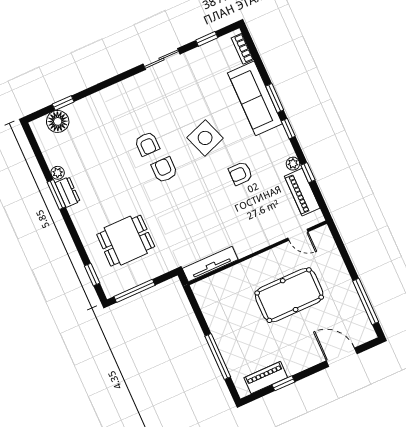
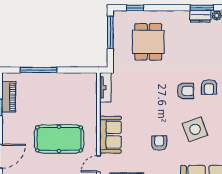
armchair: (147, 144) -> (209, 87), turned -90
sofa: (257, 236) -> (110, 135), added
tv unit: (210, 264) -> (105, 87), width x0.71
pool table: (289, 295) -> (59, 139), turned 90

